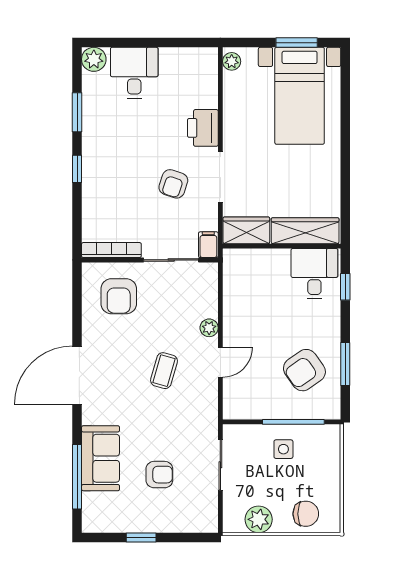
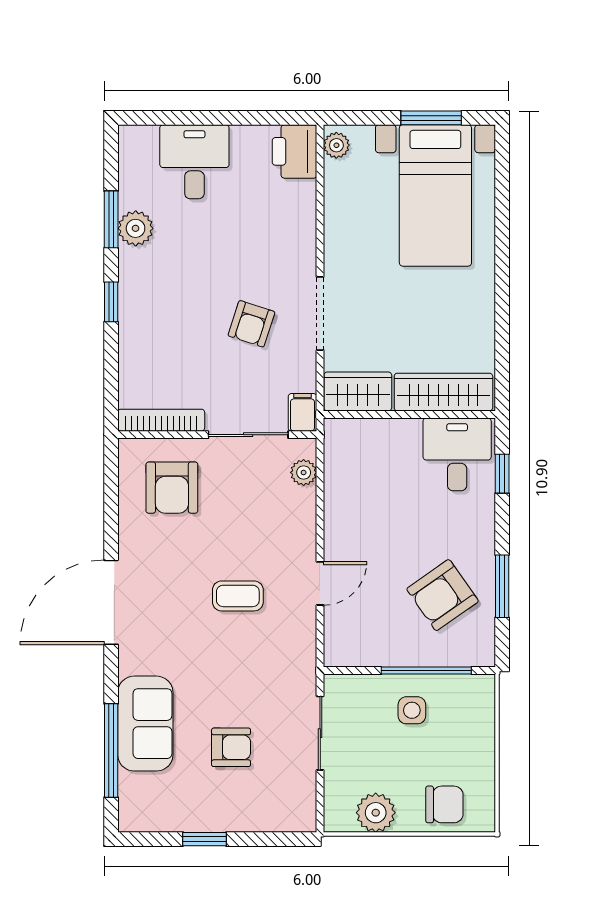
plant: (94, 59) -> (136, 228), moved
printer: (203, 128) -> (294, 151), moved
plant: (209, 328) -> (304, 472), moved
coffee table: (164, 371) -> (238, 596), turned 74

